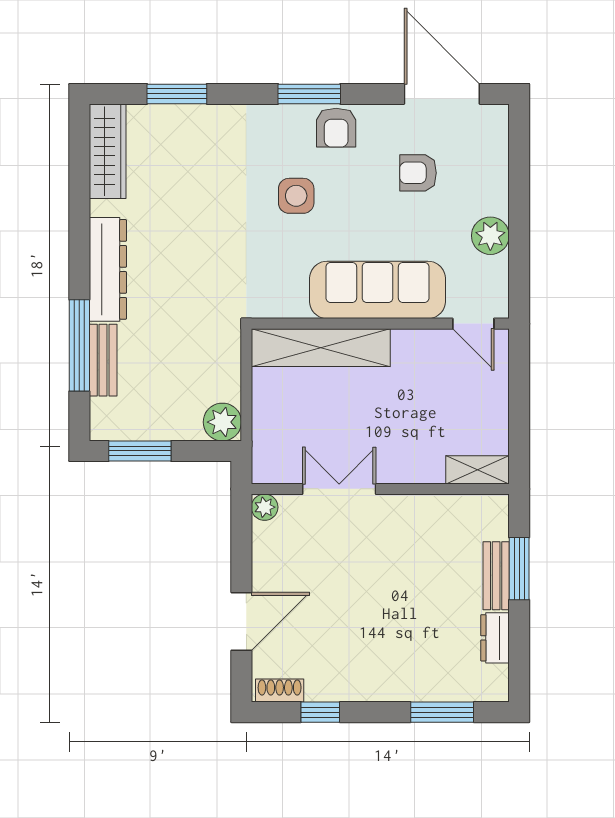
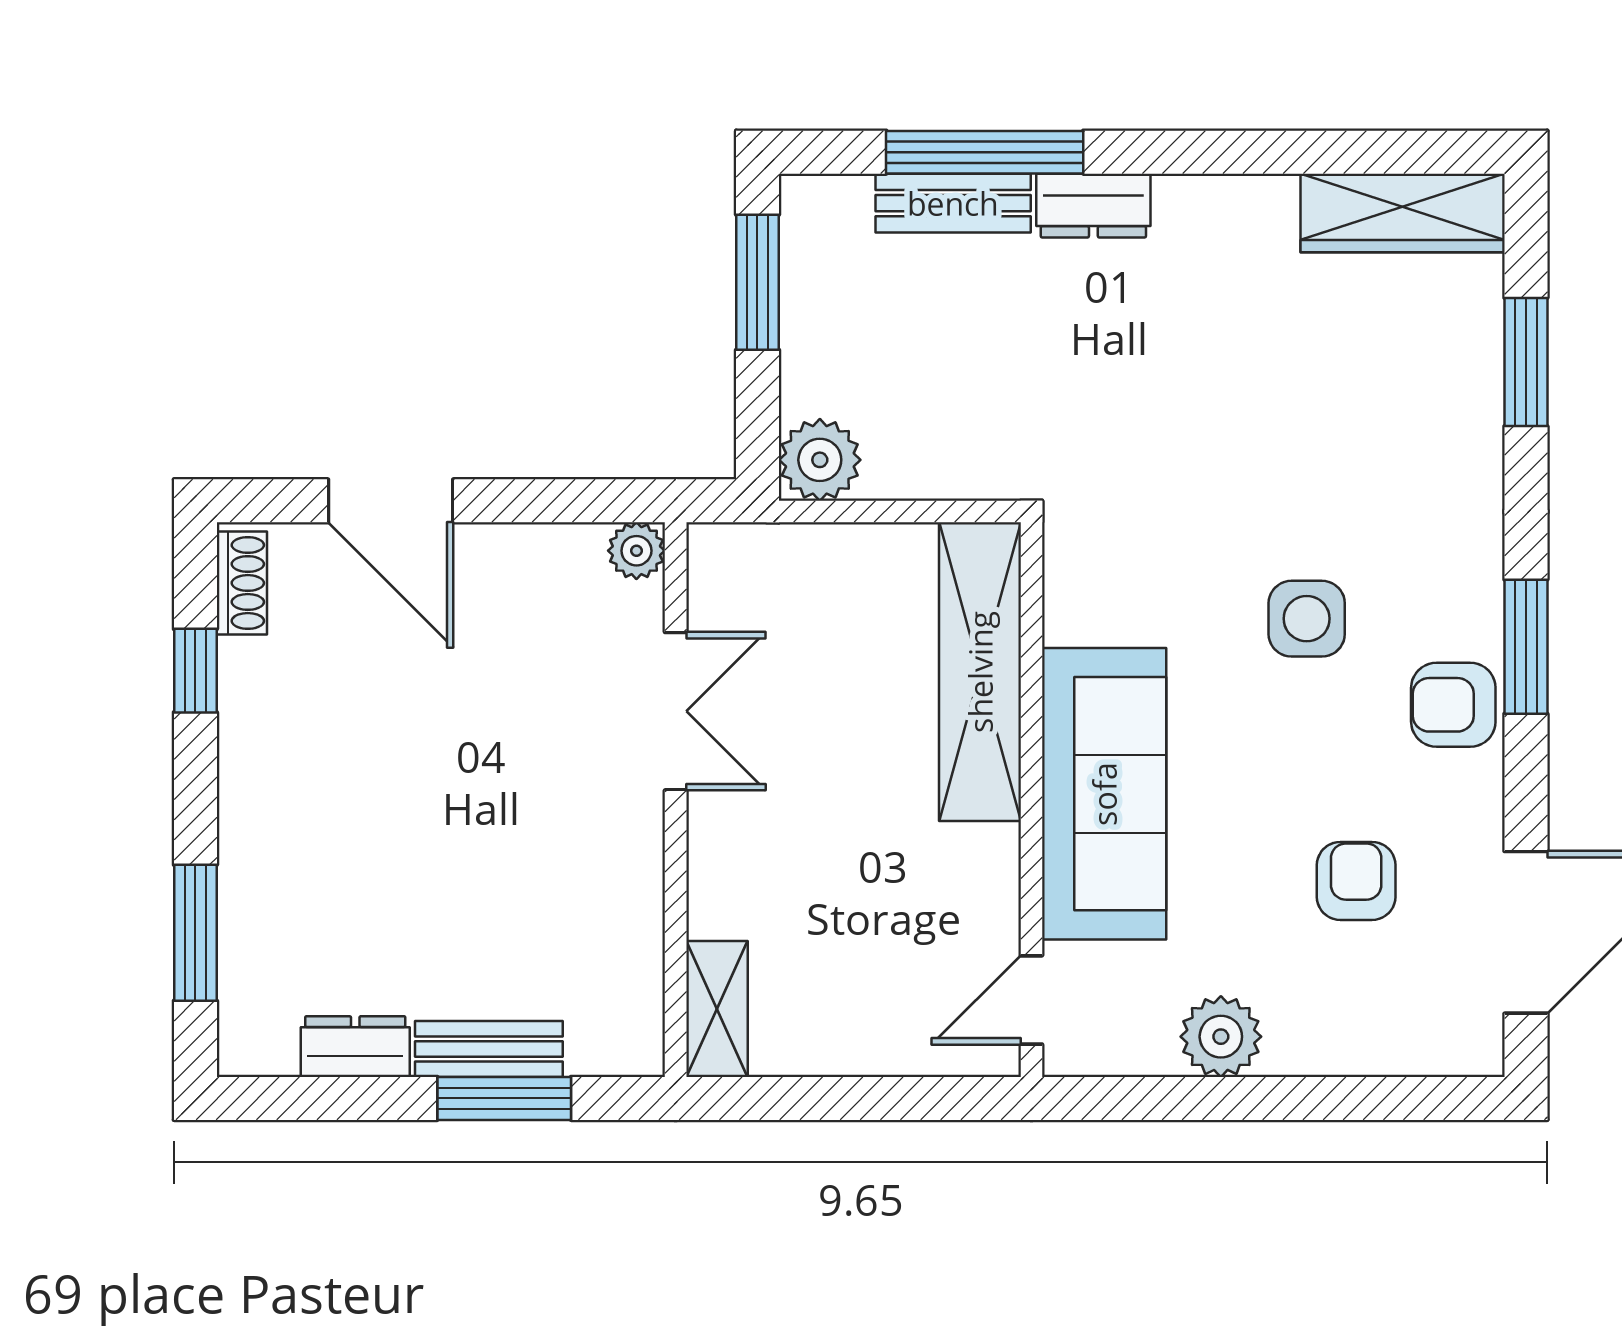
dresser: (108, 269) -> (1093, 206), width x0.51, depth x0.80

